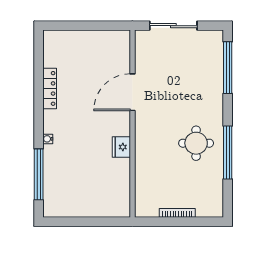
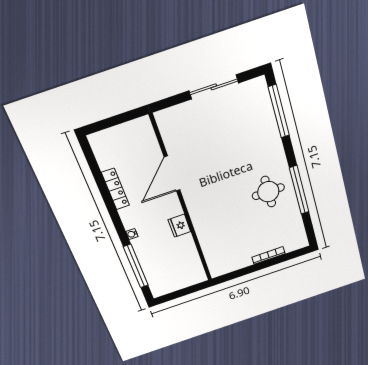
door: (132, 92) -> (172, 174), moved
wall: (132, 124) -> (182, 202), moved
fridge: (121, 147) -> (179, 226), moved

